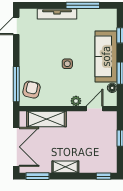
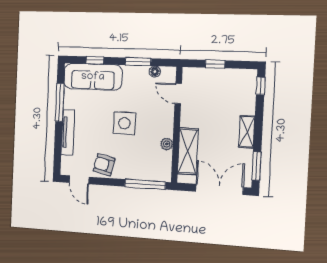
sofa: (106, 56) -> (93, 77), moved
side table: (67, 64) -> (124, 123), width x1.87, depth x1.87
armchair: (31, 90) -> (104, 165), moved
plant: (76, 101) -> (167, 144), moved

